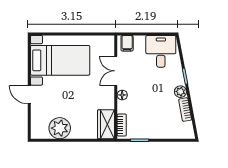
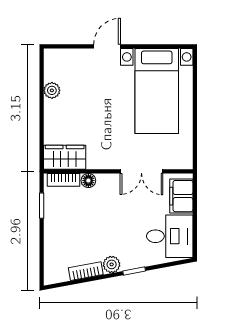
filing cabinet: (127, 43) -> (181, 196), width x2.00
double door: (116, 71) -> (141, 171), swing flipped
floor lamp: (122, 95) -> (88, 181), moved
plant: (60, 128) -> (52, 90), width x0.53, depth x0.53

